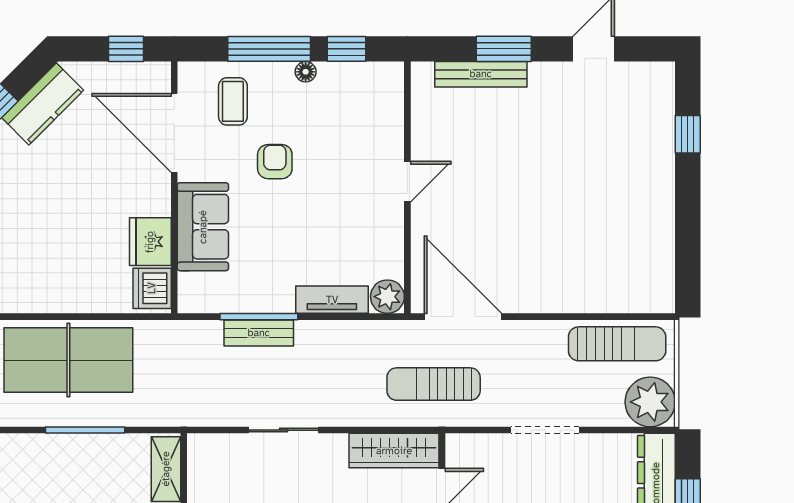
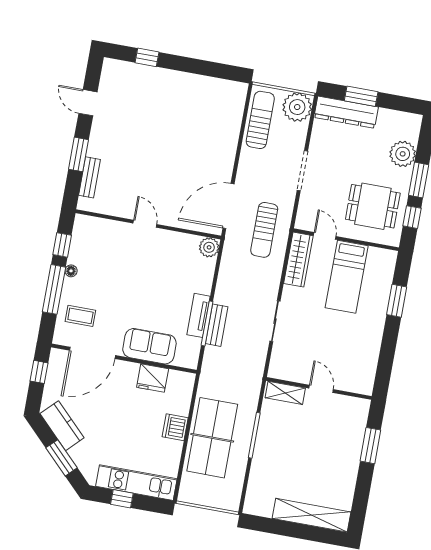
bench: (481, 74) -> (90, 177), width x0.73
armchair: (275, 162) -> (120, 298), removed
dishwasher: (152, 288) -> (175, 427), moved, turned 90
tv unit: (332, 300) -> (198, 315), moved

